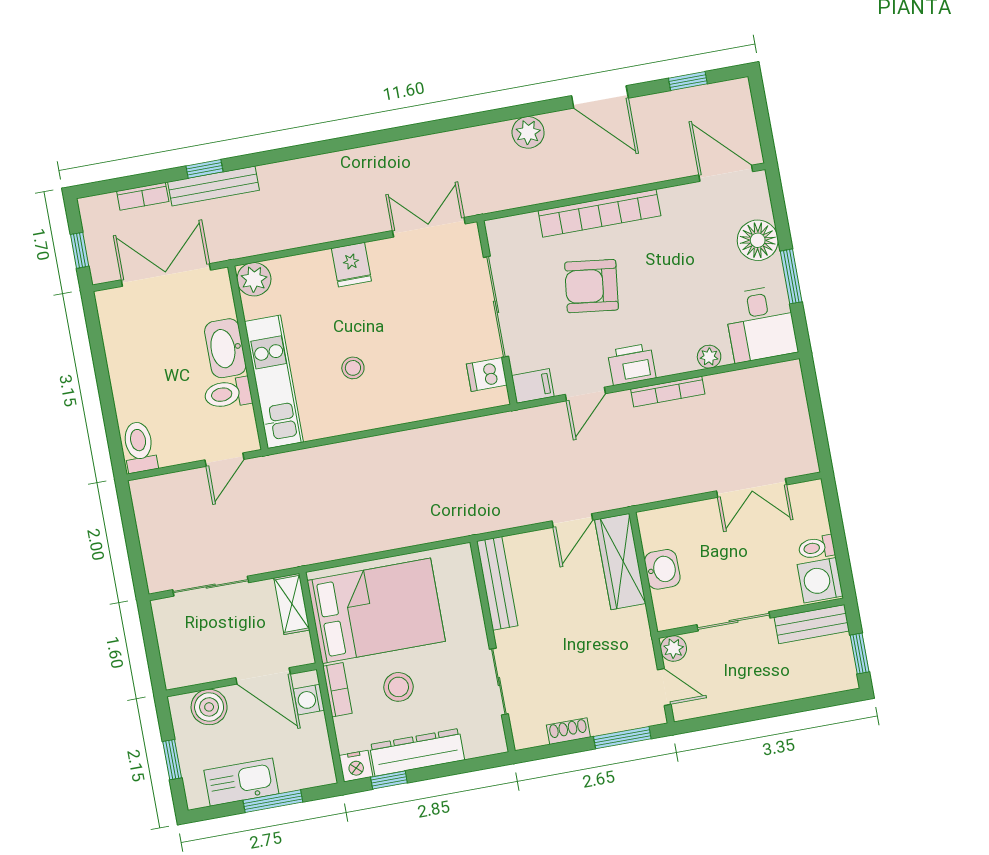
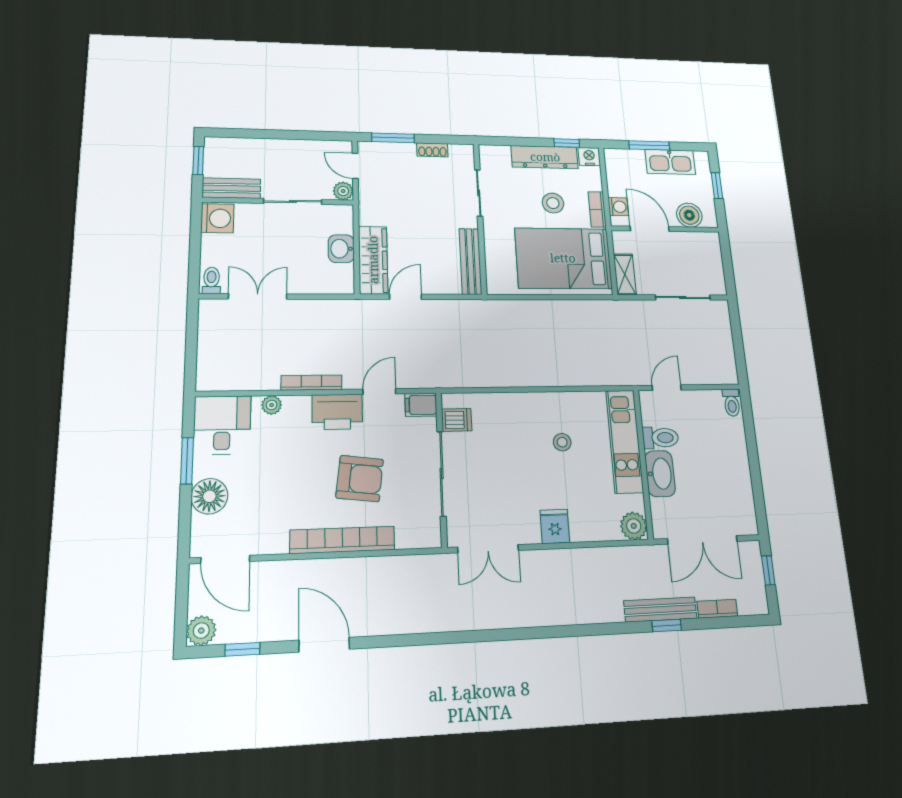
plant: (528, 132) -> (201, 631), moved
printer: (632, 364) -> (337, 412), width x1.37, depth x1.19
toilet: (139, 447) -> (732, 403), width x0.73, depth x0.72
toilet: (817, 548) -> (211, 281), moved, turned -90

